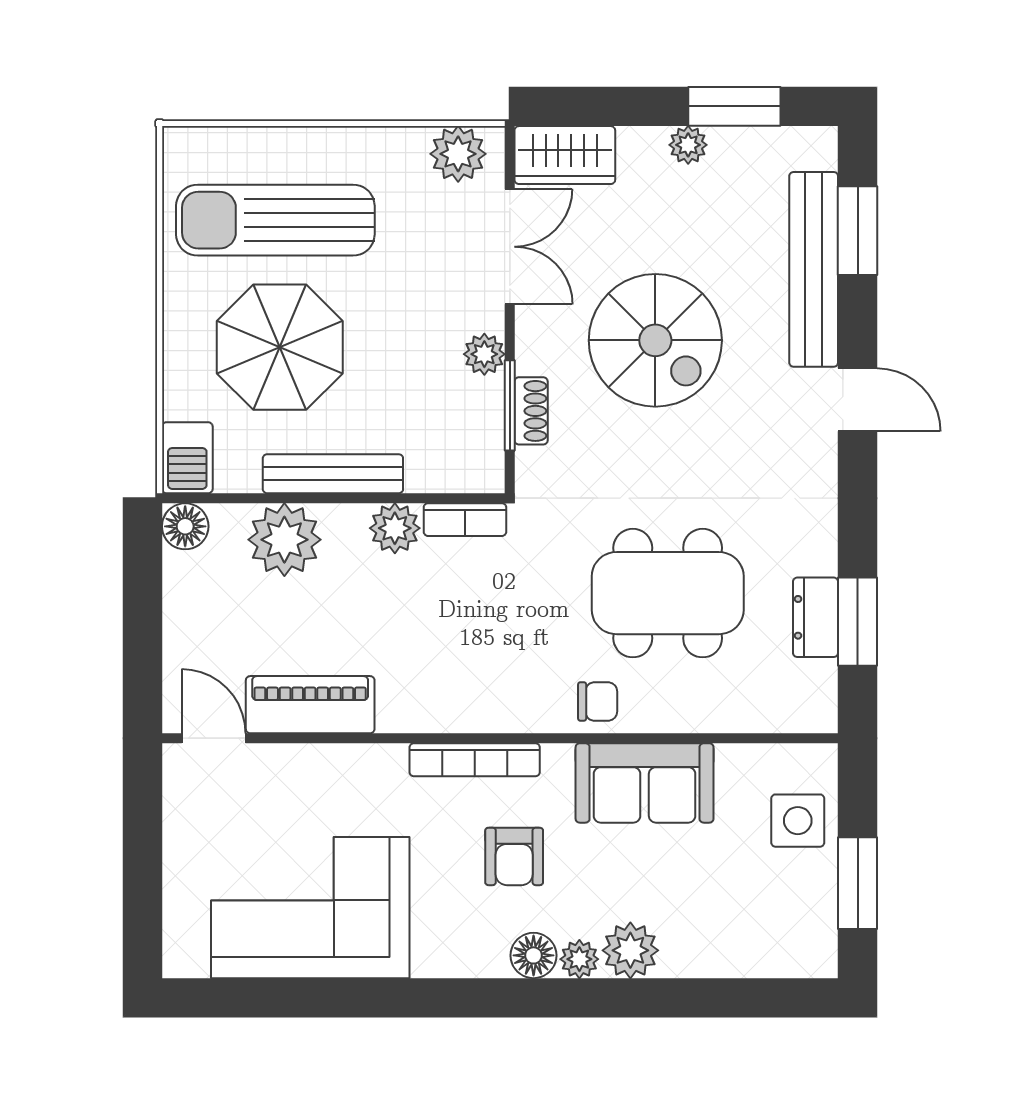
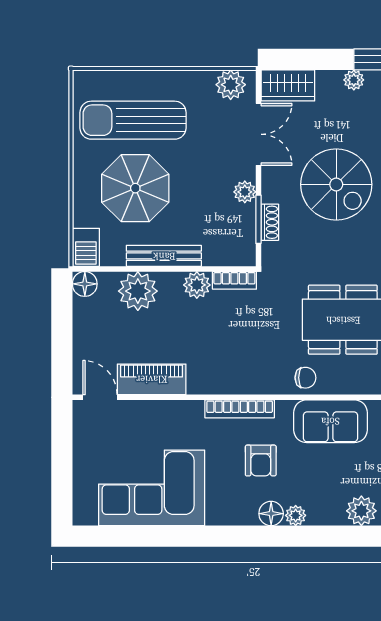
plant: (630, 950) -> (361, 511), moved

